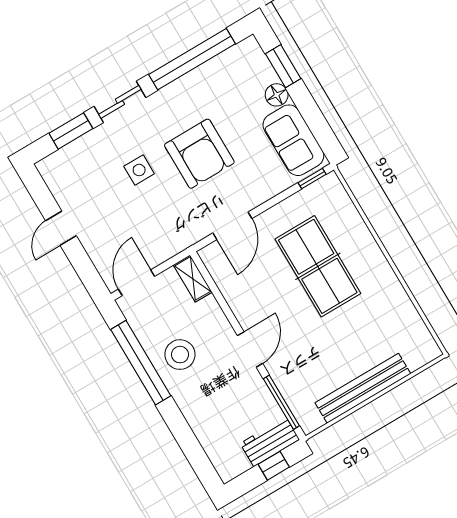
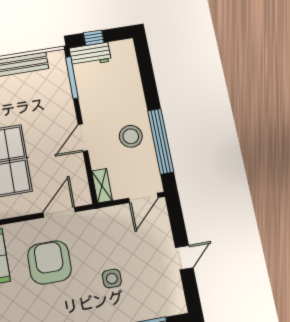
armchair: (199, 154) -> (49, 262), moved
door: (250, 349) -> (83, 138), moved

